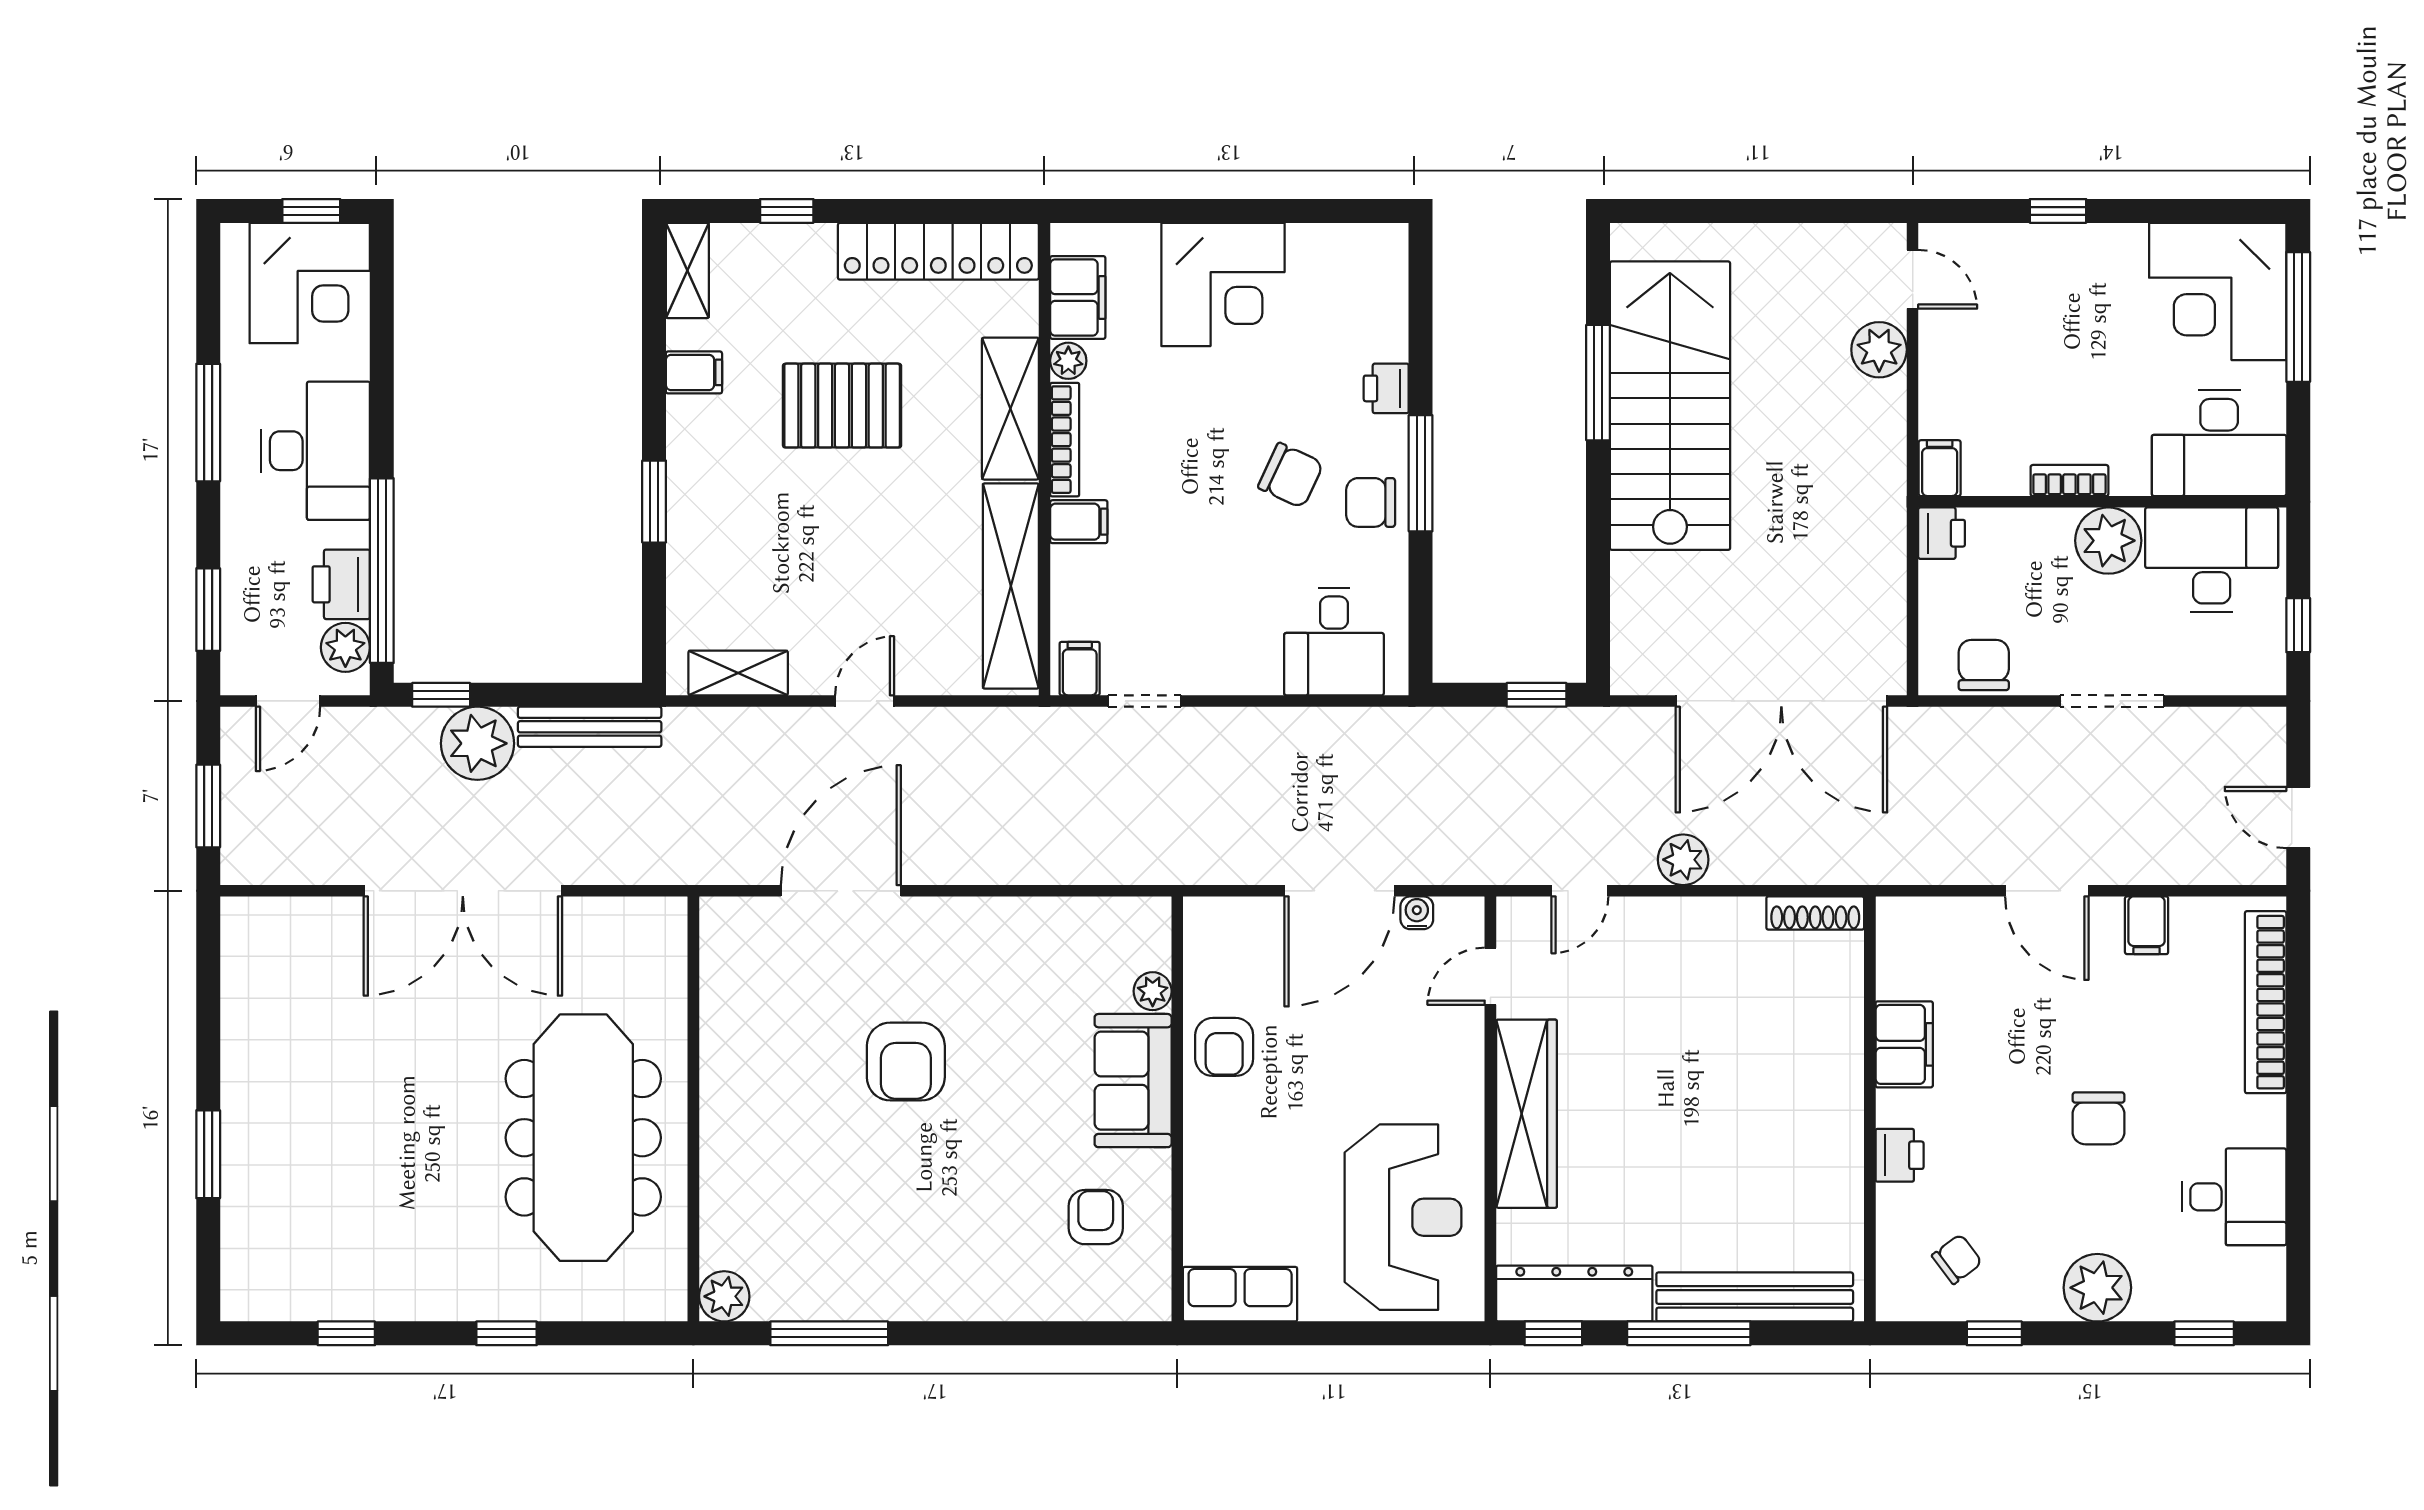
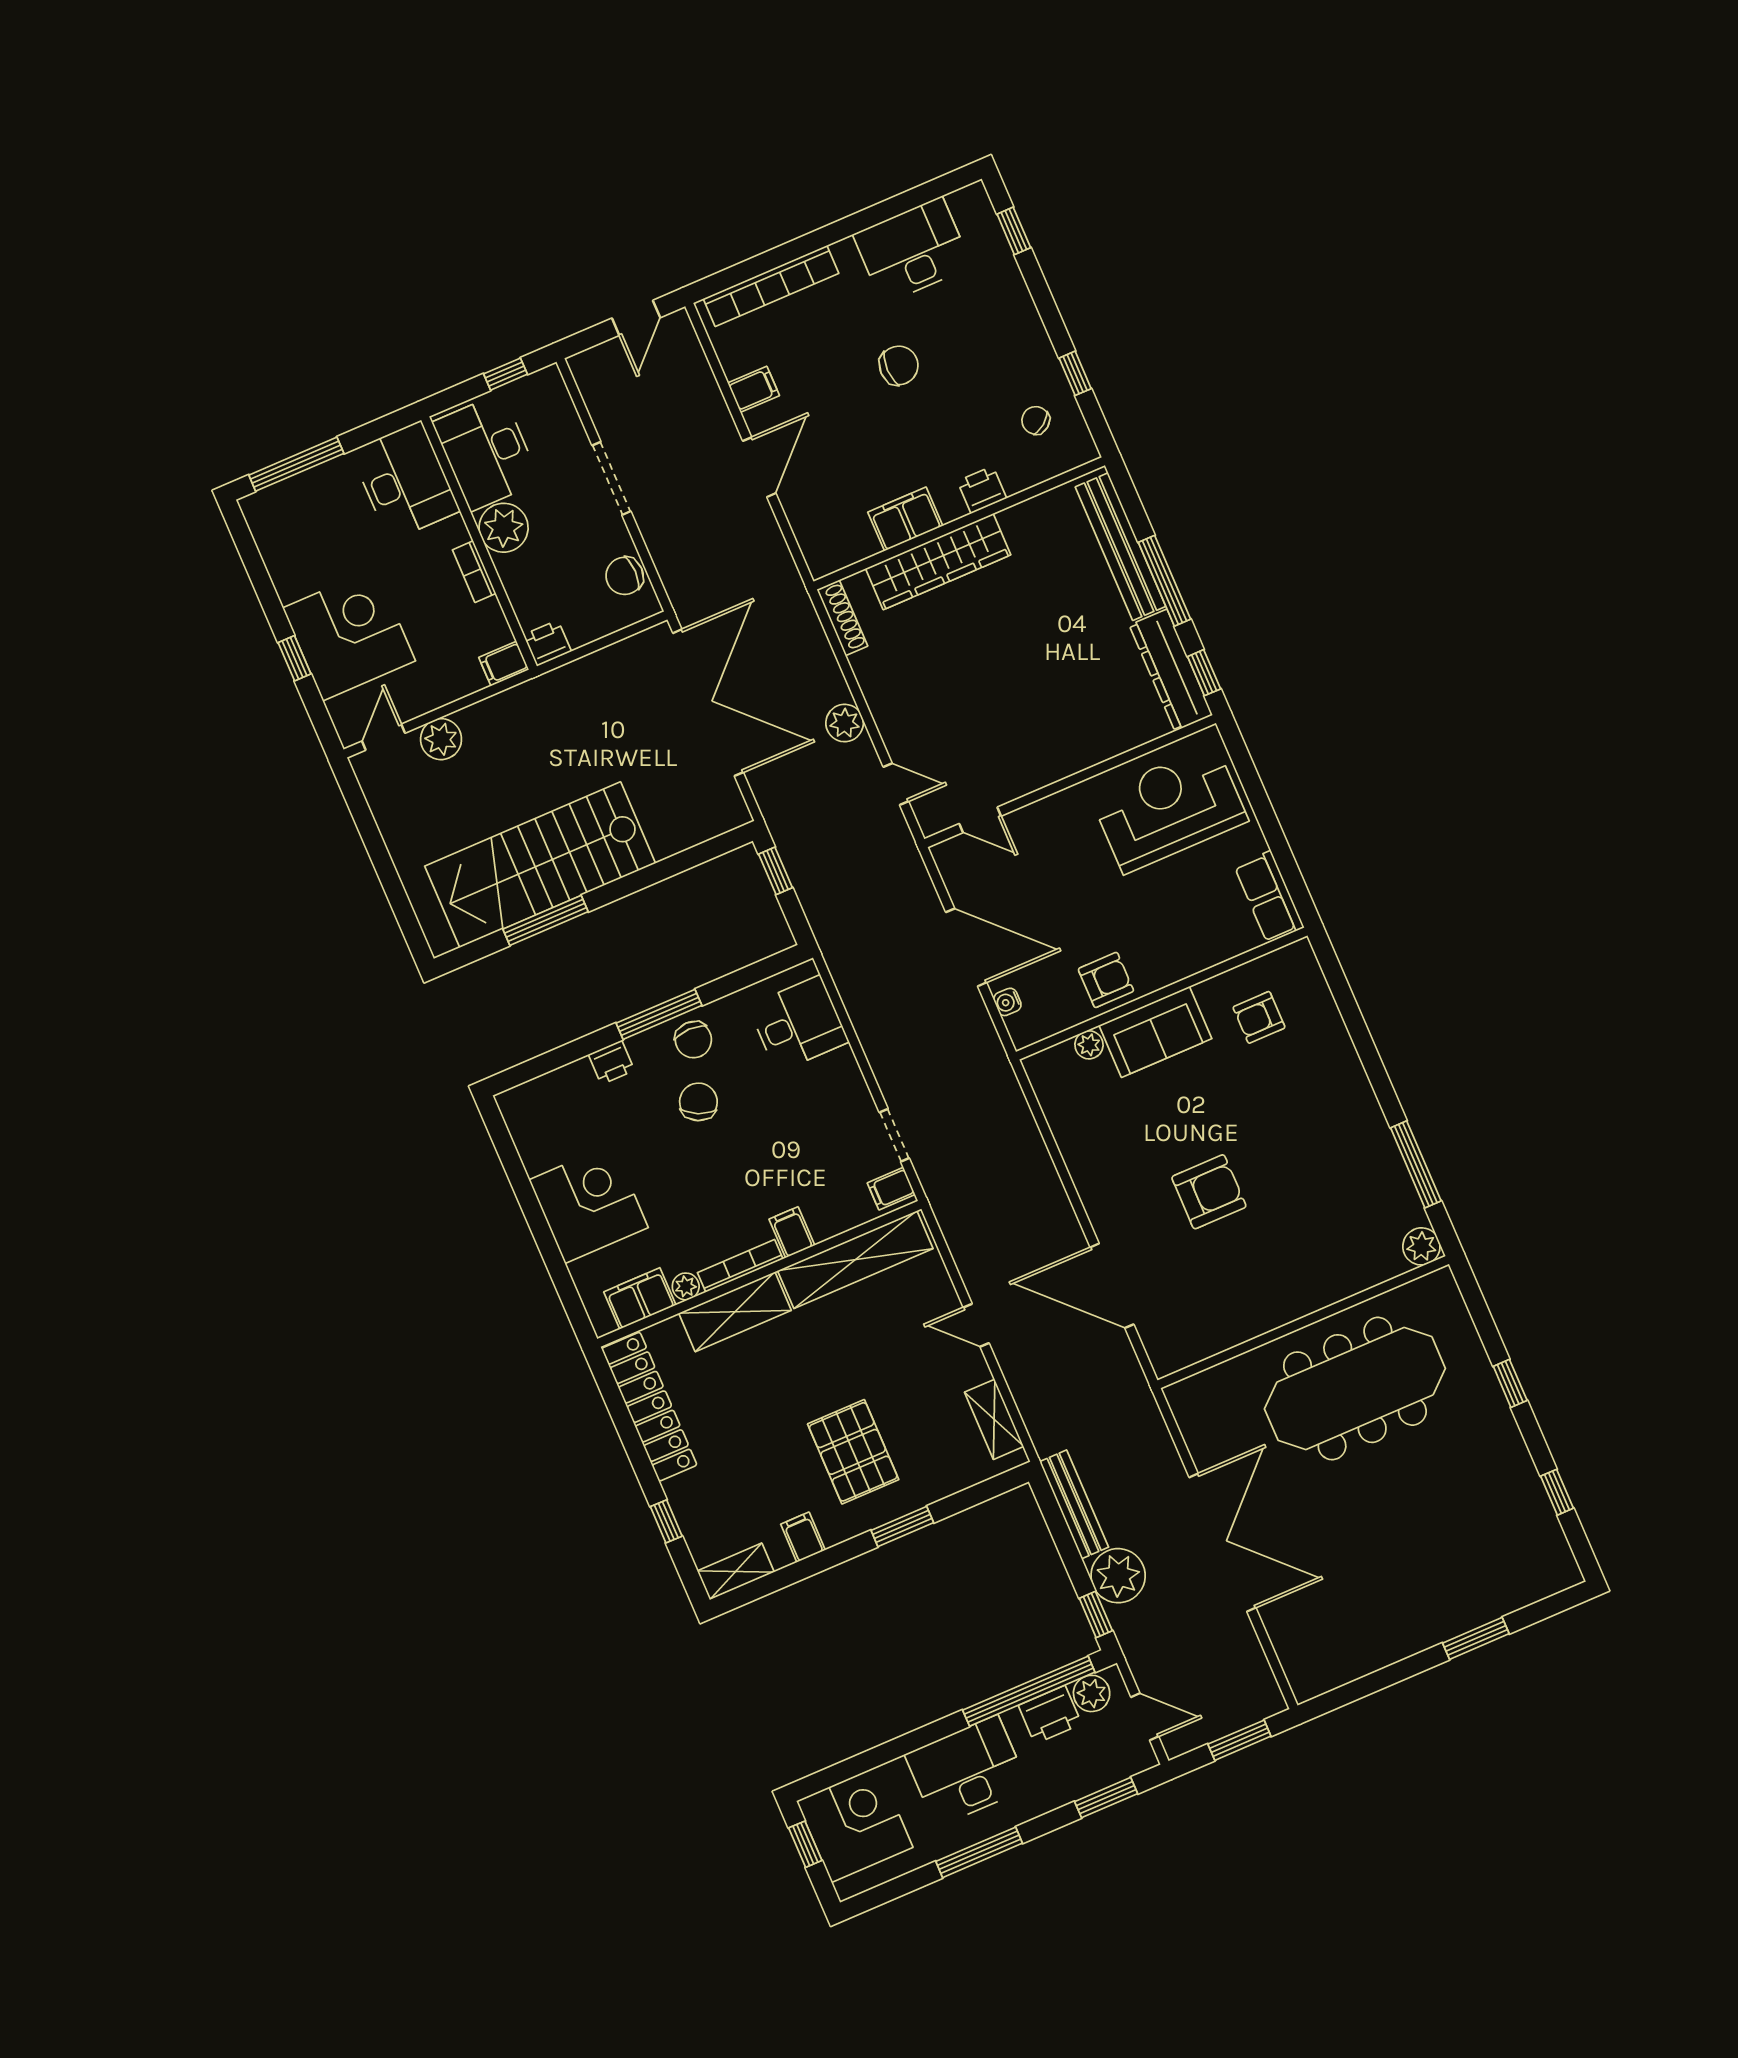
corner desk: (2218, 291) -> (349, 634), moved, turned -90
pallet: (842, 406) -> (853, 1452), moved
water cooler: (1417, 913) -> (1007, 1002), moved
wardrobe: (1526, 1114) -> (938, 562), moved, turned 180
desk: (2234, 1197) -> (912, 250), width x1.37
plant: (2097, 1288) -> (1014, 317), removed

